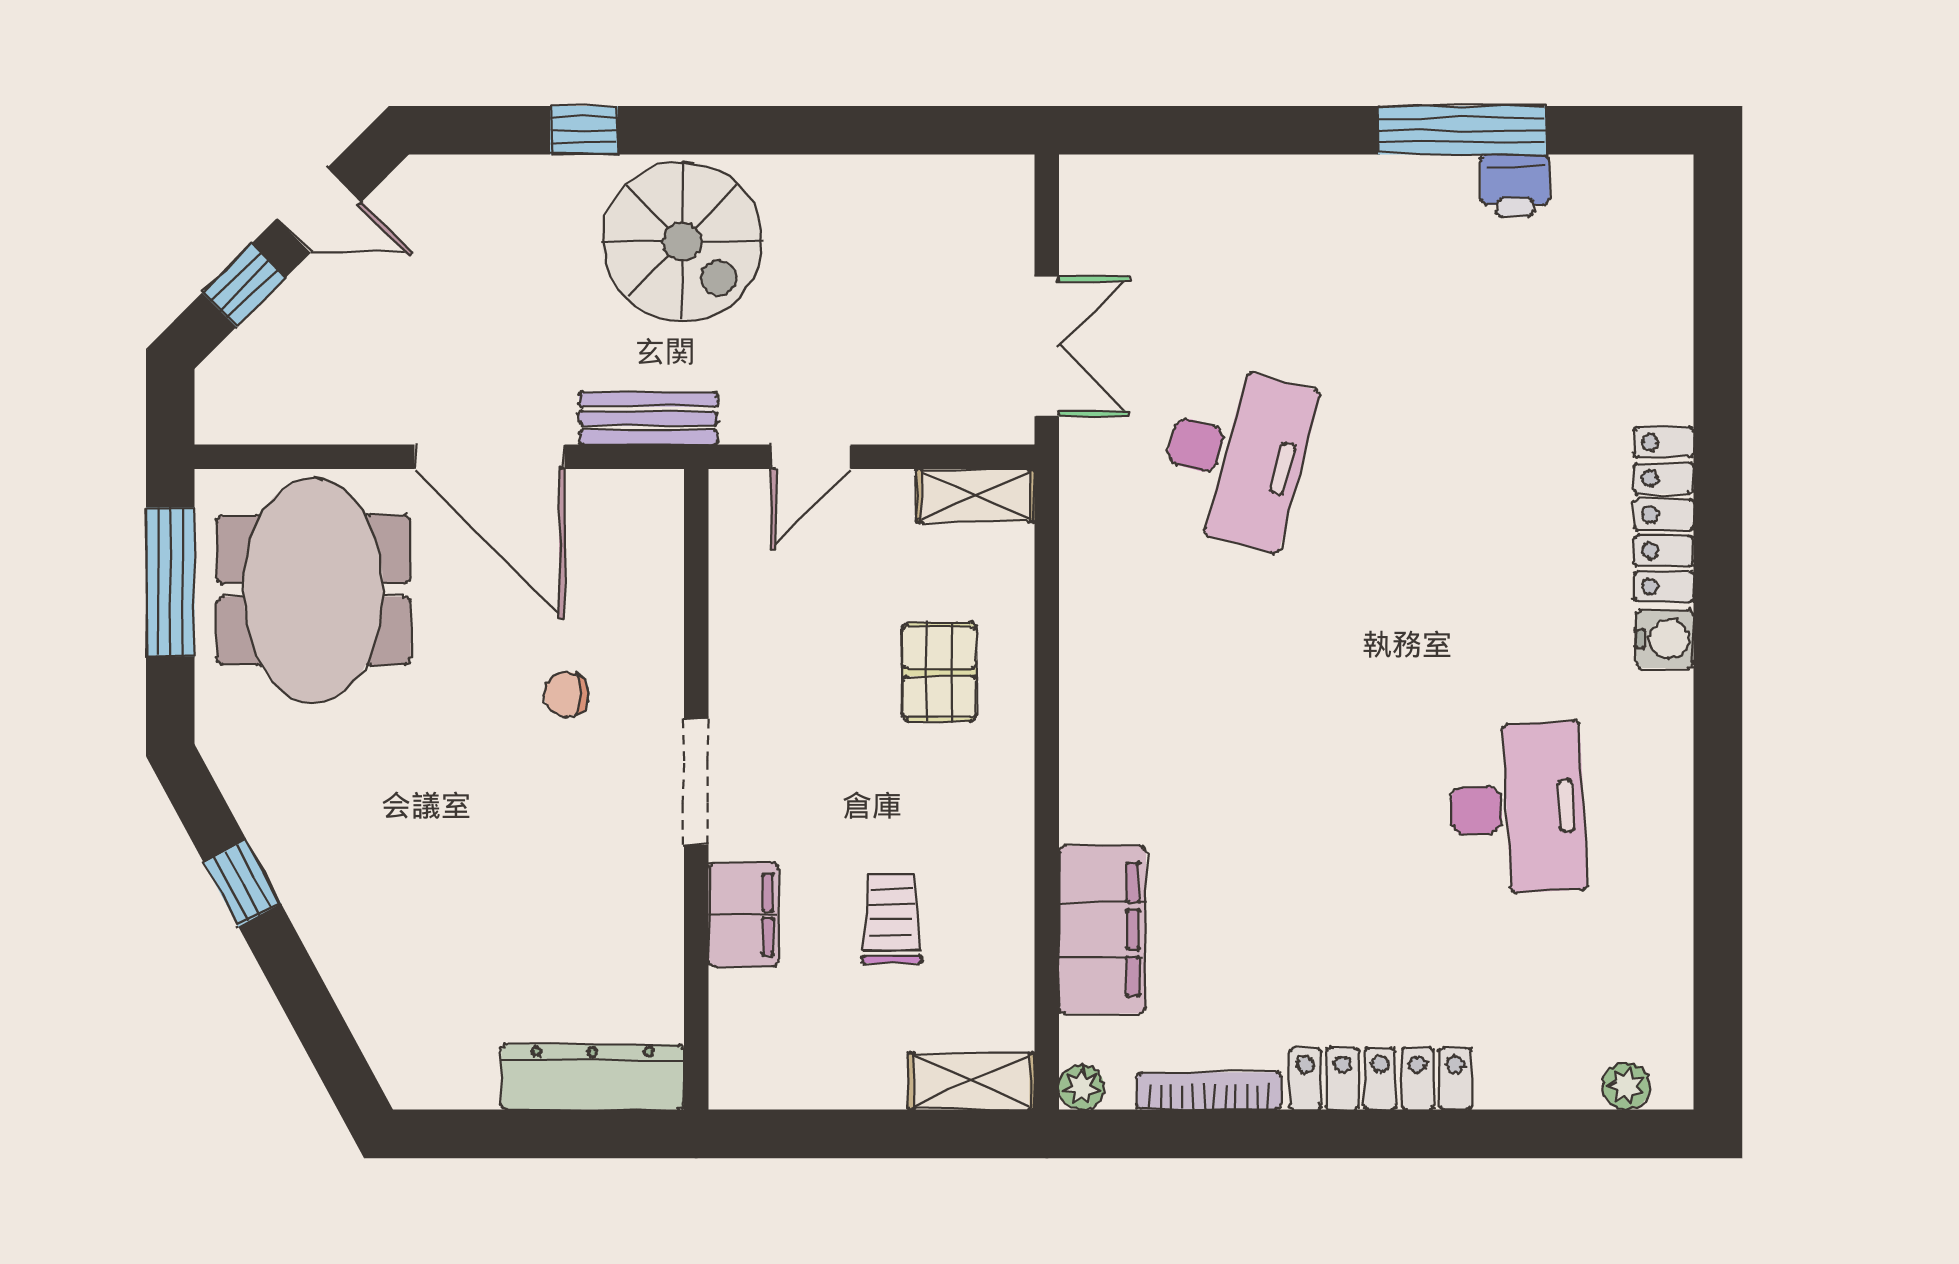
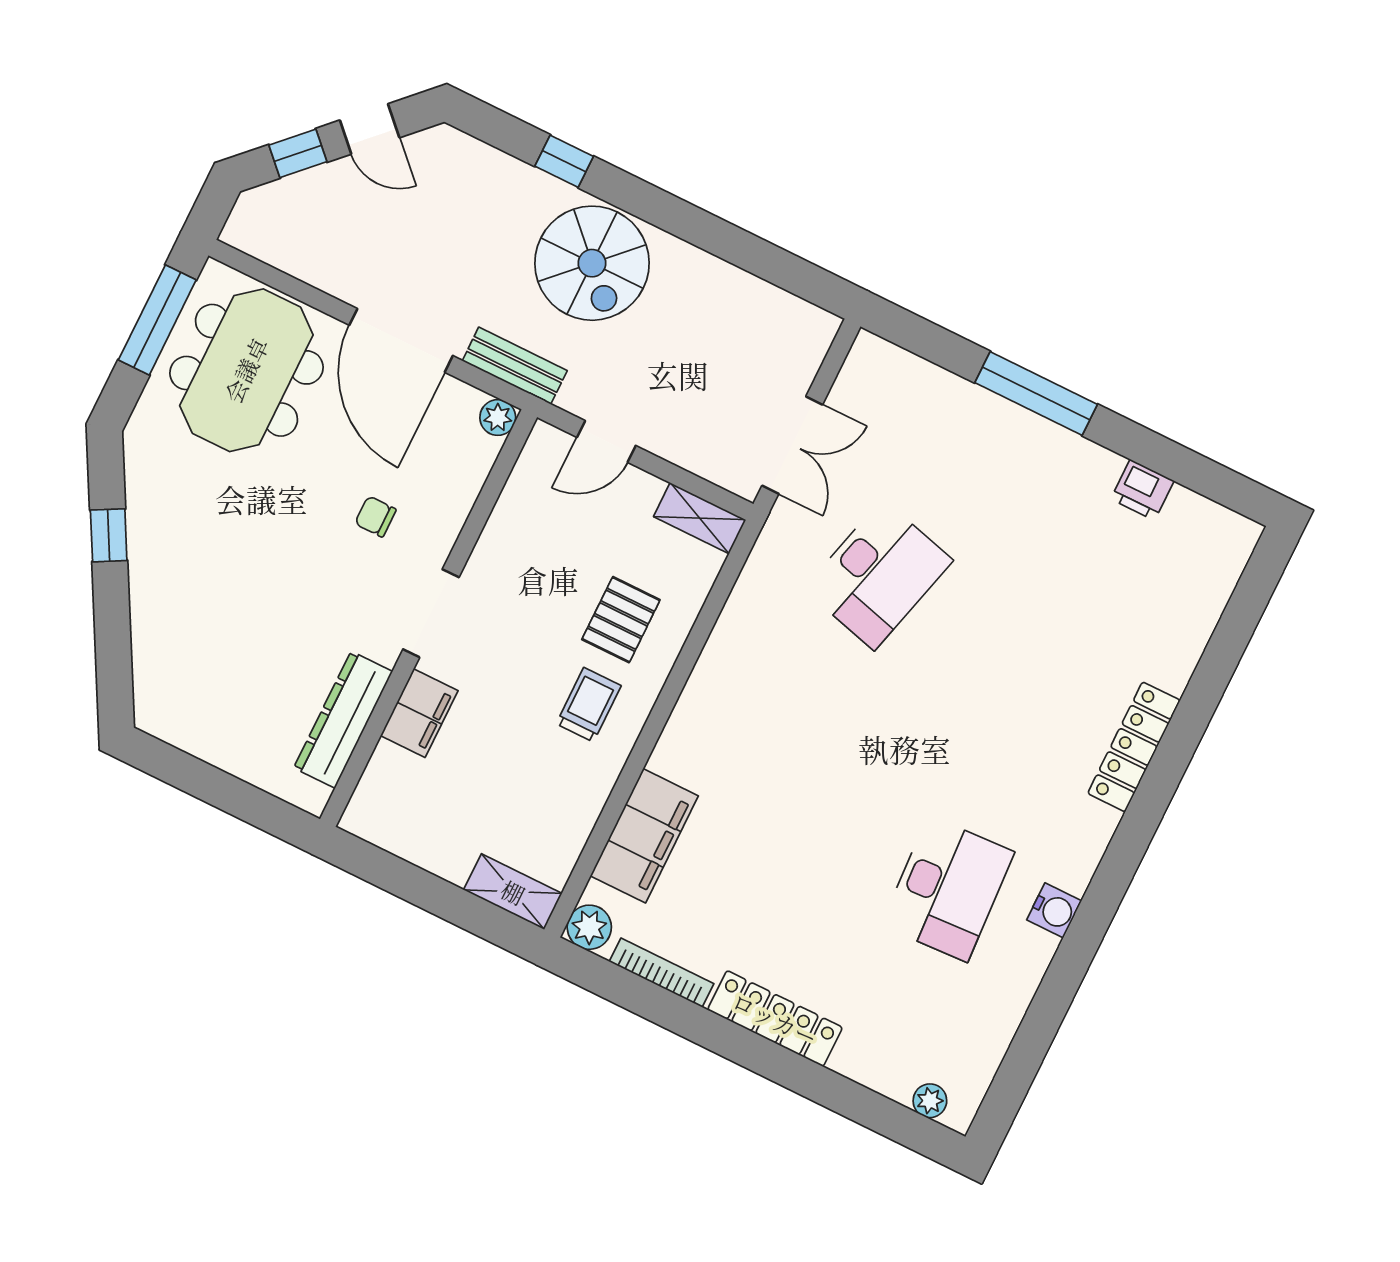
window: (1462, 130) -> (1036, 394), moved
plant: (659, 494) -> (498, 418), added
water cooler: (1665, 639) -> (1054, 910), moved
trolley: (892, 919) -> (589, 705), moved
dresser: (593, 1077) -> (343, 720), moved, turned -90
plant: (1081, 1087) -> (589, 927), width x1.38, depth x1.38

